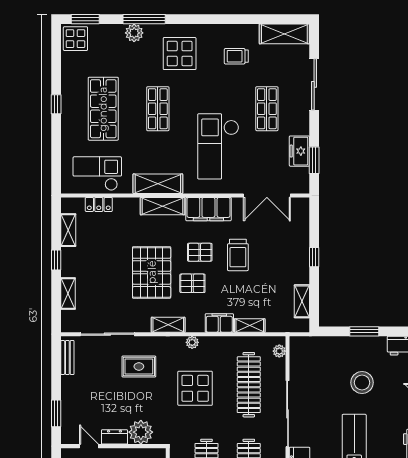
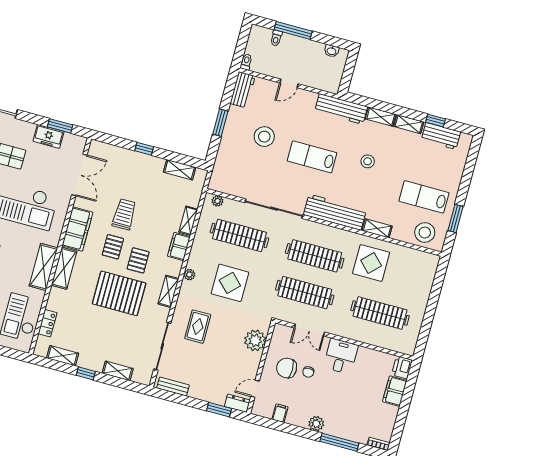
trolley: (238, 255) -> (124, 214), turned -90
dresser: (114, 437) -> (237, 403), moved, turned 90

